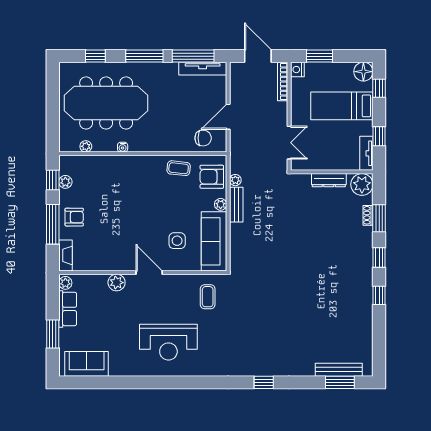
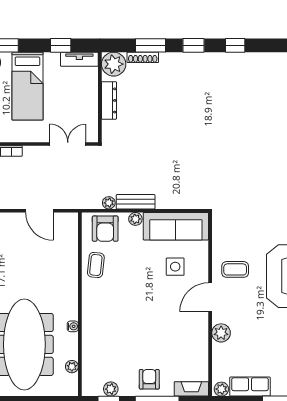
chair: (203, 138) -> (63, 238), removed
shoe rack: (368, 215) -> (143, 57), width x1.43
coffee table: (208, 297) -> (235, 269), moved

